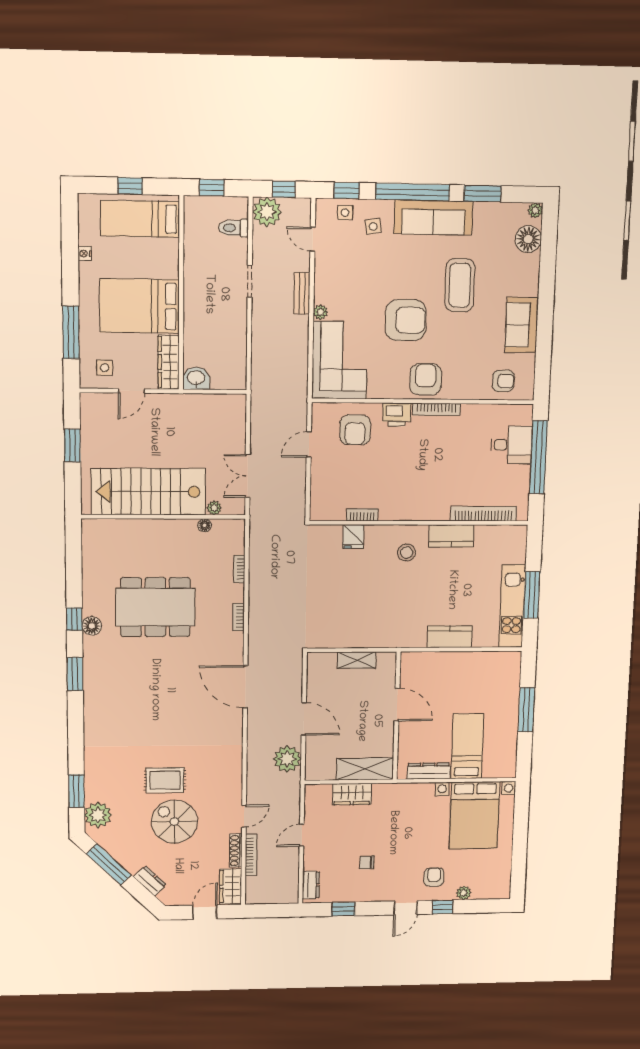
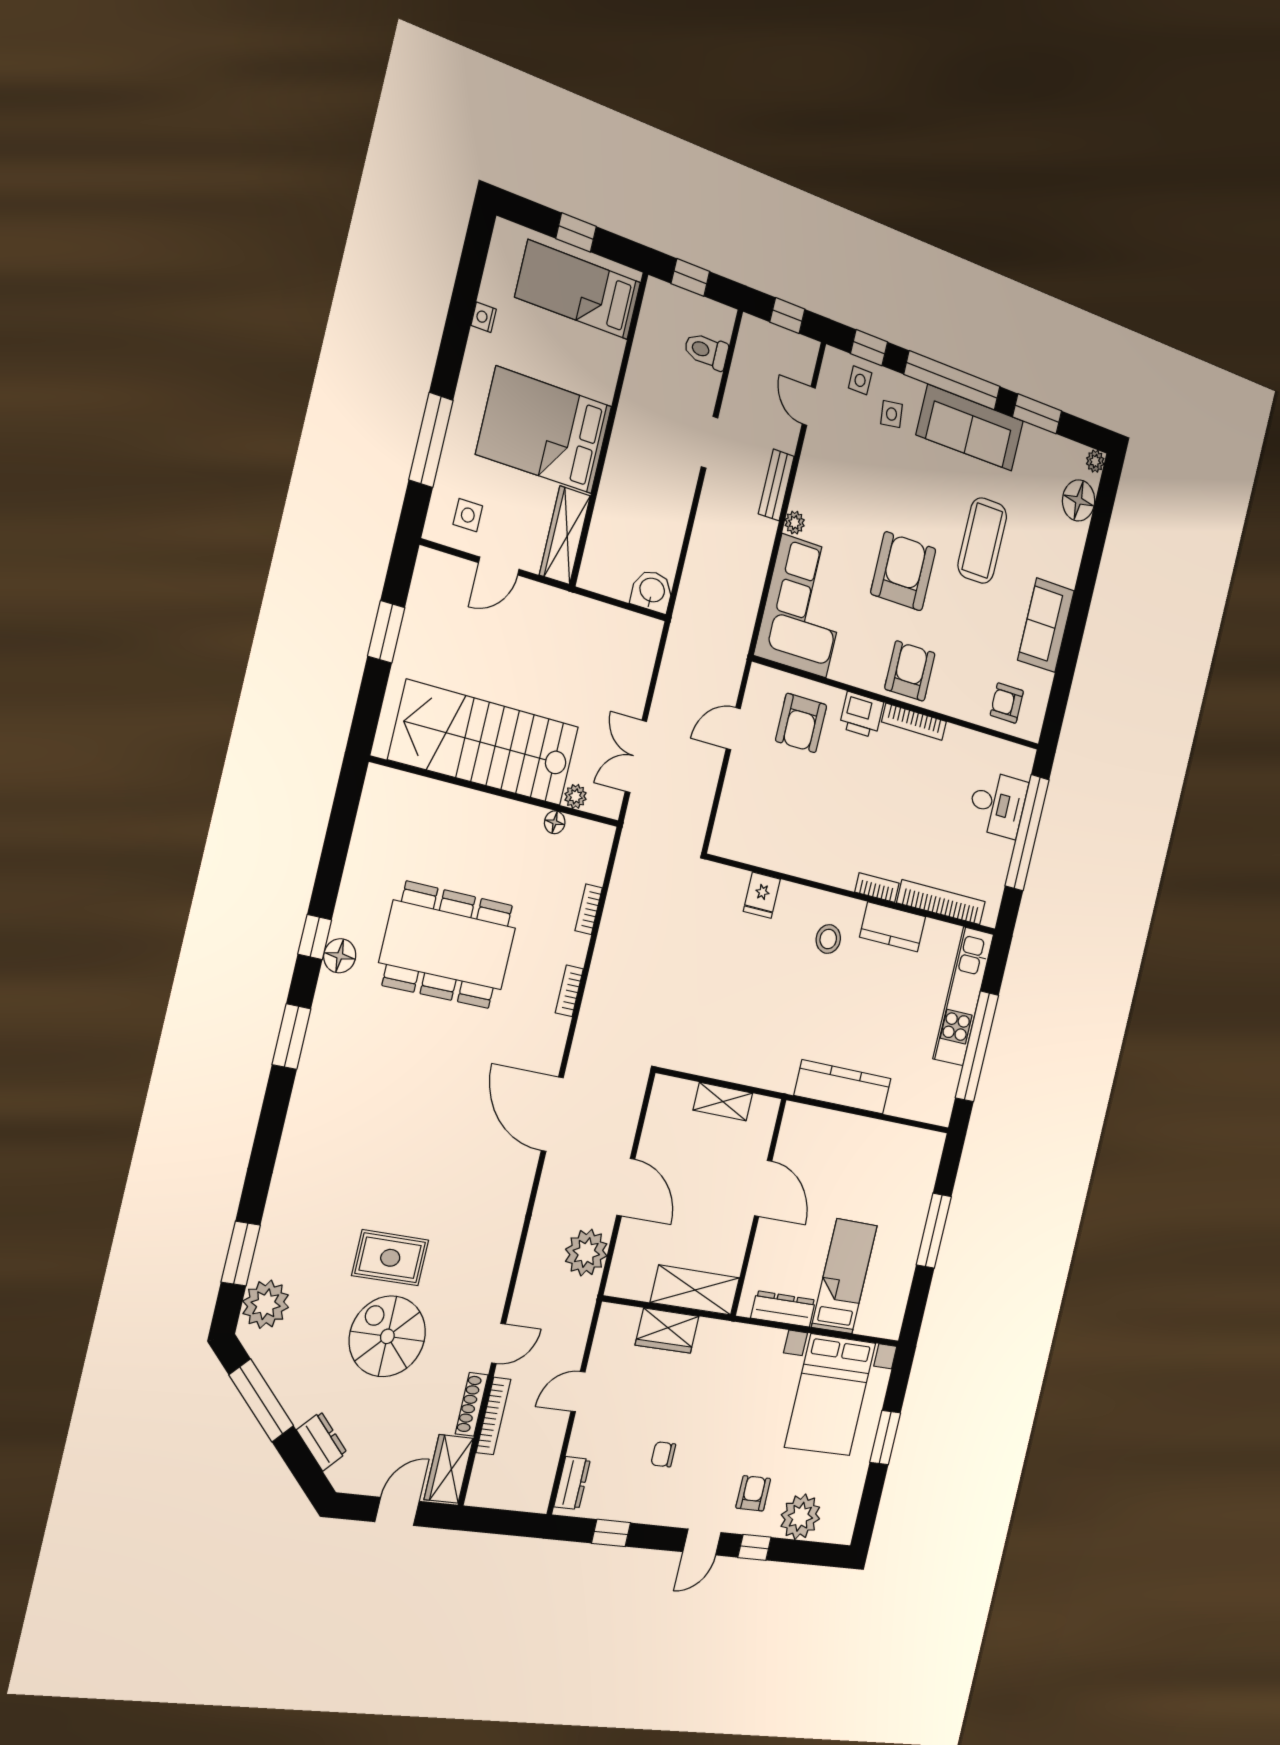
plant: (267, 212) -> (757, 342), removed
armchair: (406, 320) -> (903, 571), turned -90
washbasin: (196, 378) -> (652, 591), moved
armchair: (503, 381) -> (1007, 703), turned 180
bookcase: (362, 515) -> (877, 888), moved
window: (532, 595) -> (977, 1046), width x1.46
kitchen unit: (512, 606) -> (963, 996), moved
kitchen counter: (450, 637) -> (843, 1087), width x1.50
window: (520, 835) -> (885, 1438), added
plant: (464, 893) -> (800, 1517), width x1.87, depth x1.87

